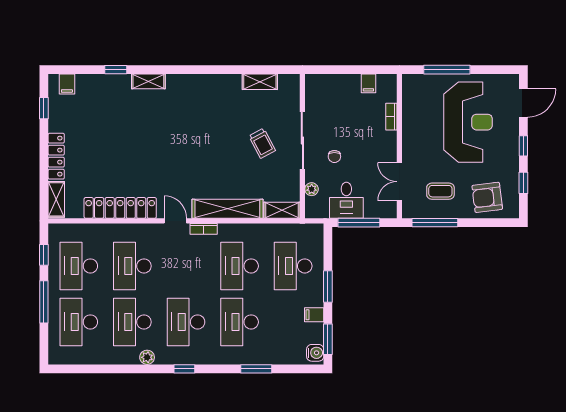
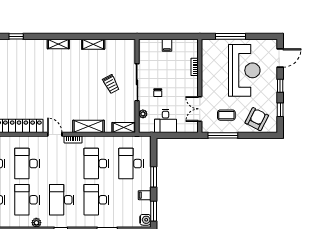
shelving: (148, 81) -> (58, 44), moved
shelving: (260, 82) -> (93, 44), moved
filing cabinet: (368, 83) -> (167, 45), moved
armchair: (487, 197) -> (257, 119), turned 124
shelving: (227, 209) -> (88, 126), width x0.68
window: (359, 223) -> (174, 135), removed

